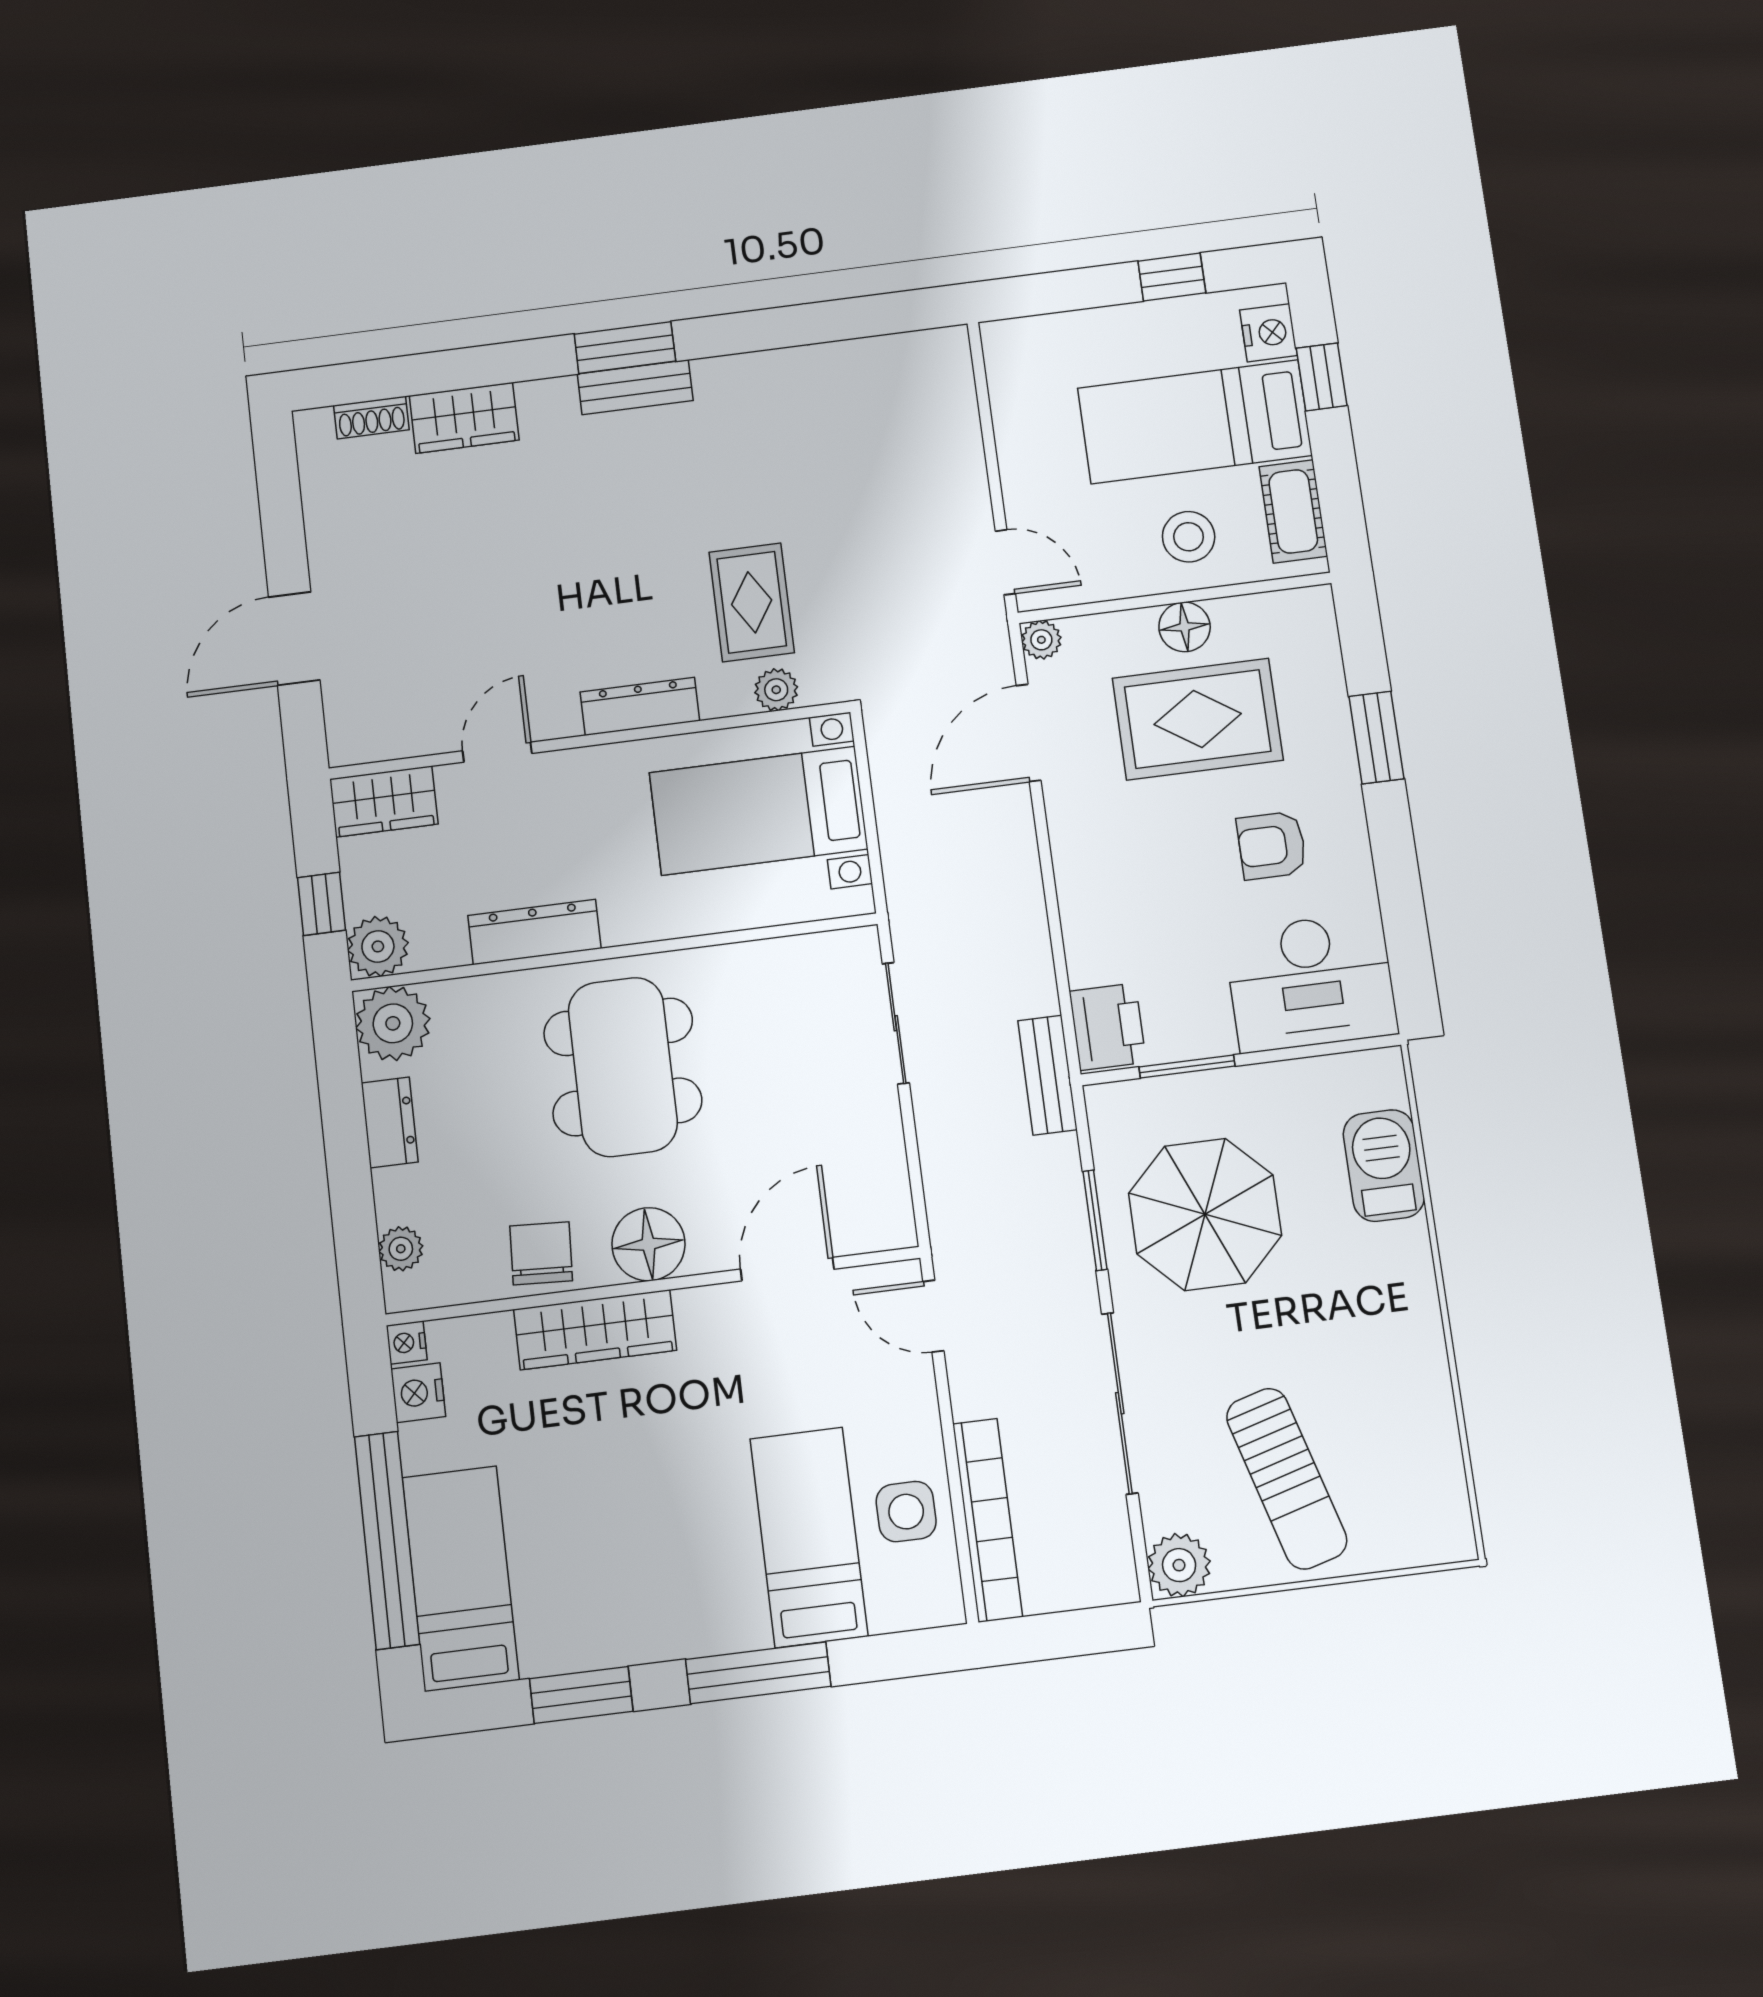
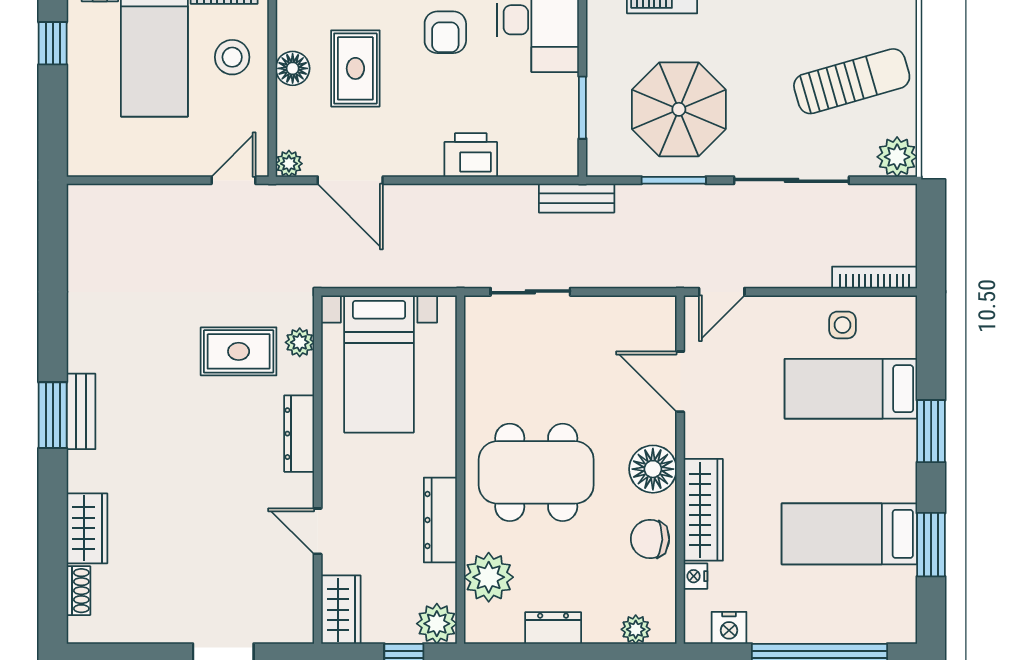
rug: (1198, 719) -> (355, 68), width x0.73, depth x0.70
plant: (393, 1023) -> (489, 577), moved
printer: (1108, 1027) -> (471, 155), moved
nightstand: (407, 1343) -> (695, 576), moved, turned 90
side table: (906, 1512) -> (843, 325), width x0.73, depth x0.73
bookcase: (988, 1520) -> (875, 277), width x0.68, depth x0.76
bed: (461, 1578) -> (849, 534), moved
window: (758, 1673) -> (931, 431), width x0.69

